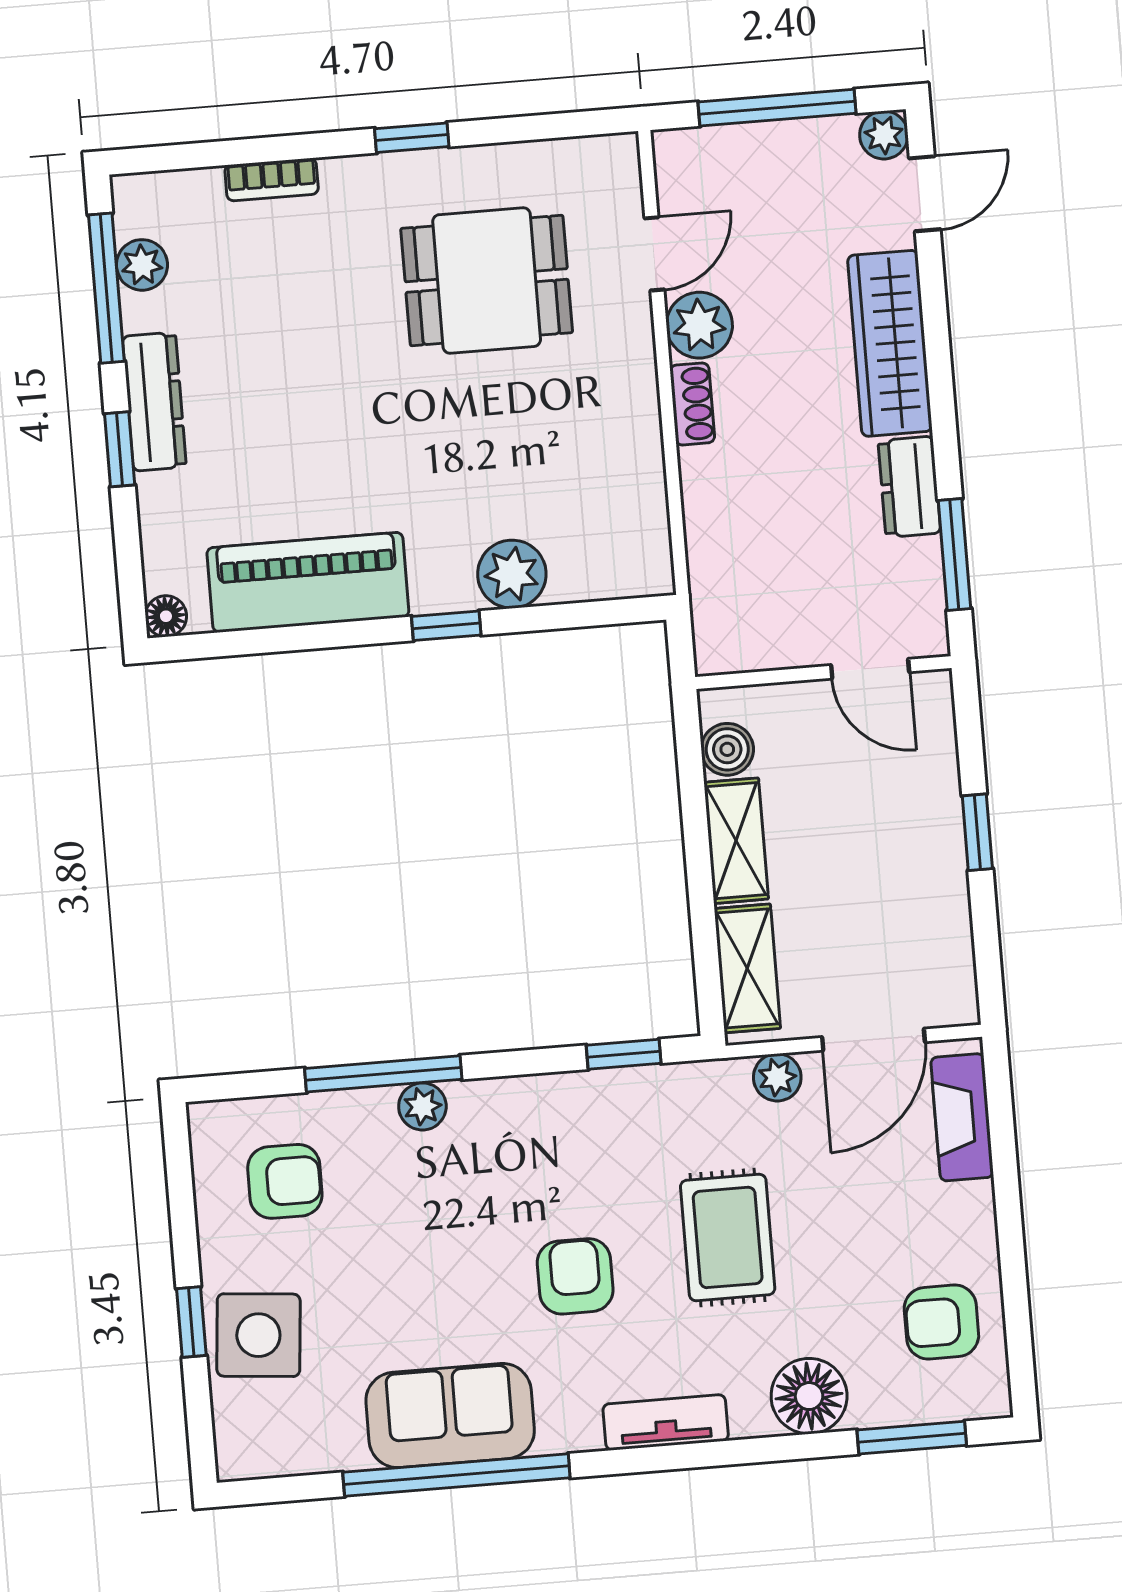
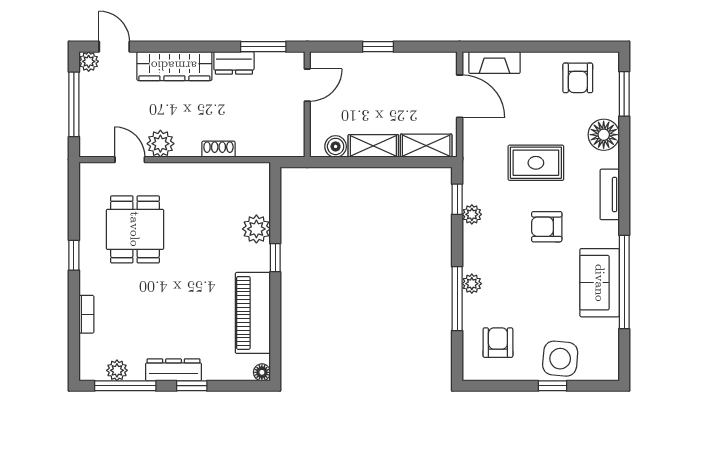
shoe rack: (692, 404) -> (218, 149), moved
plant: (777, 1077) -> (472, 214), moved

